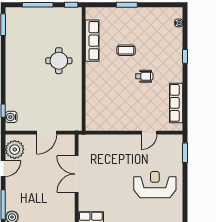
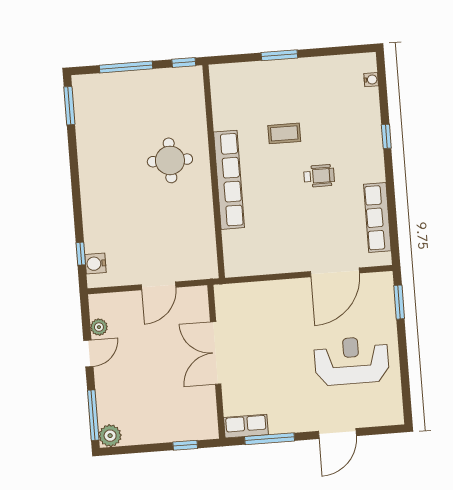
row of seats: (92, 41) -> (229, 180), moved, width x1.36
door: (149, 133) -> (335, 272), width x1.87
plant: (15, 150) -> (99, 327), width x0.53, depth x0.53

